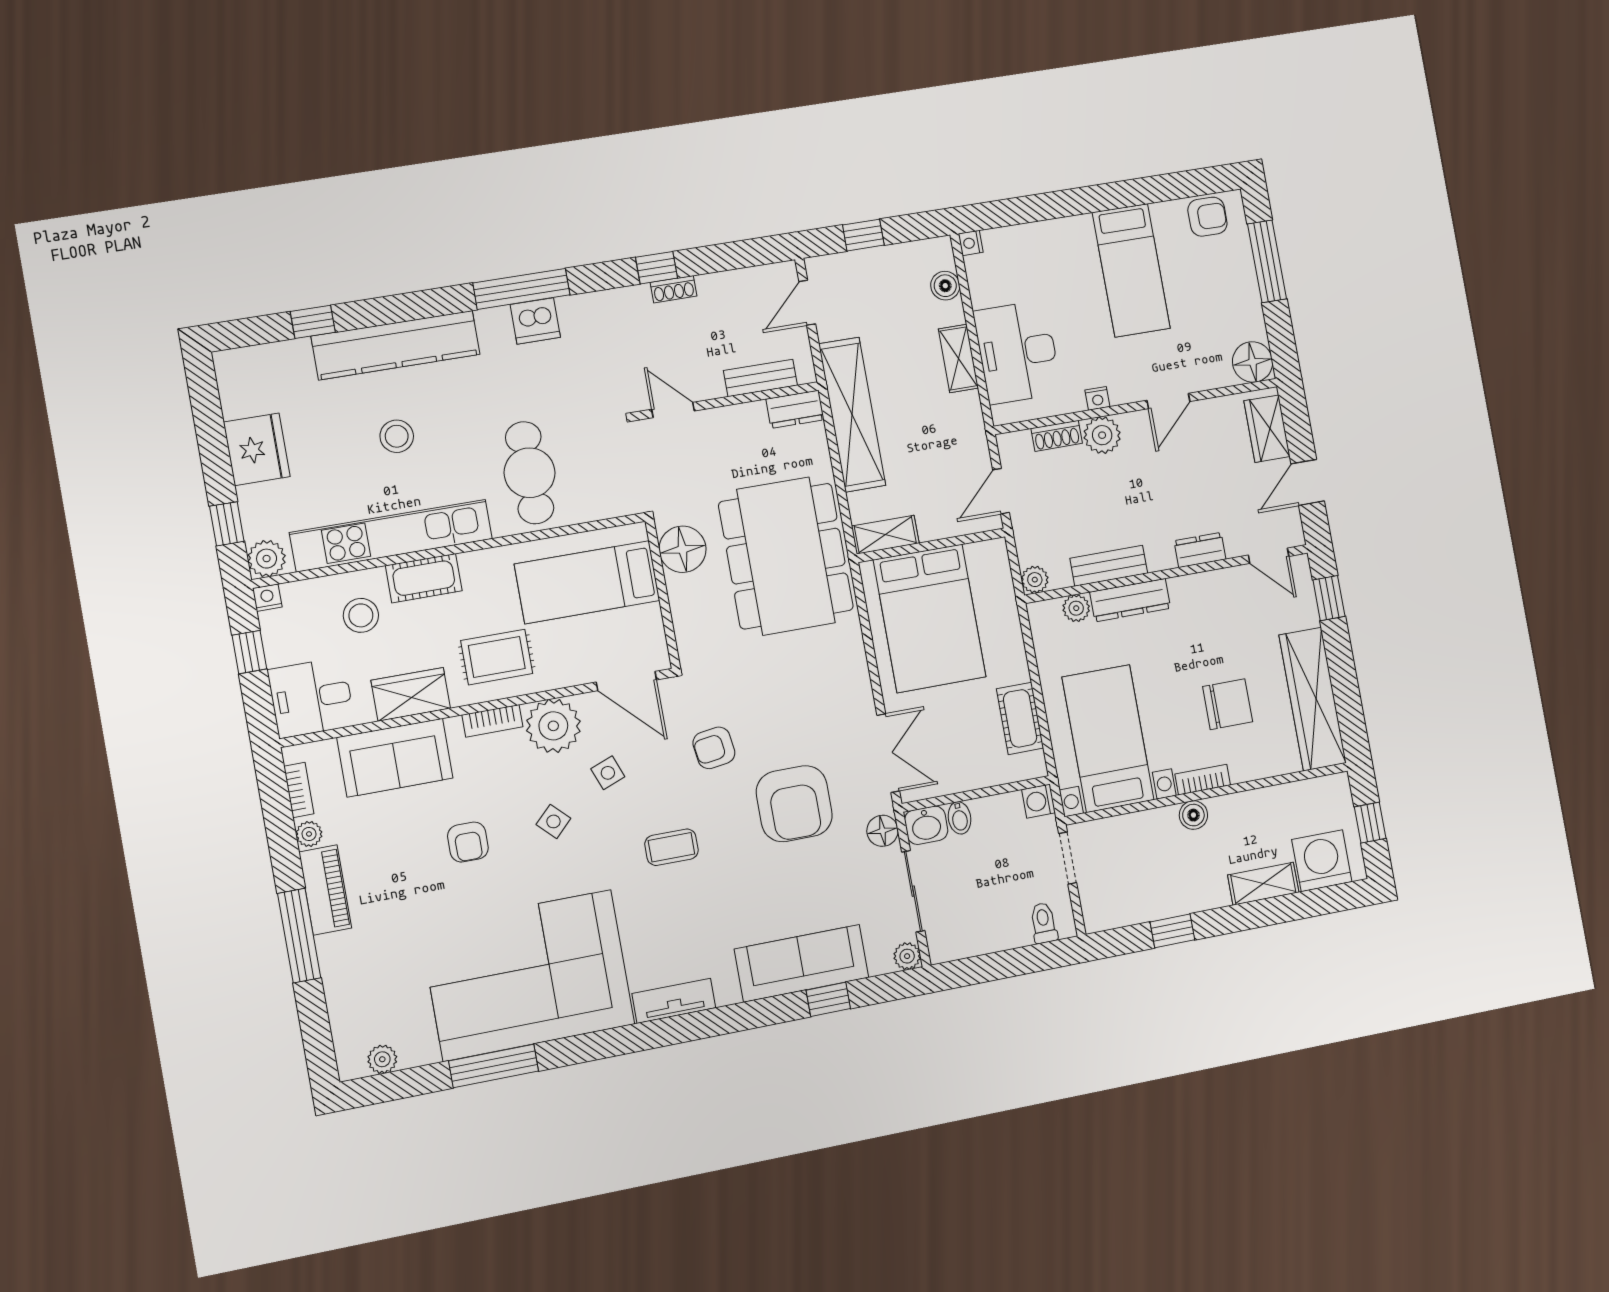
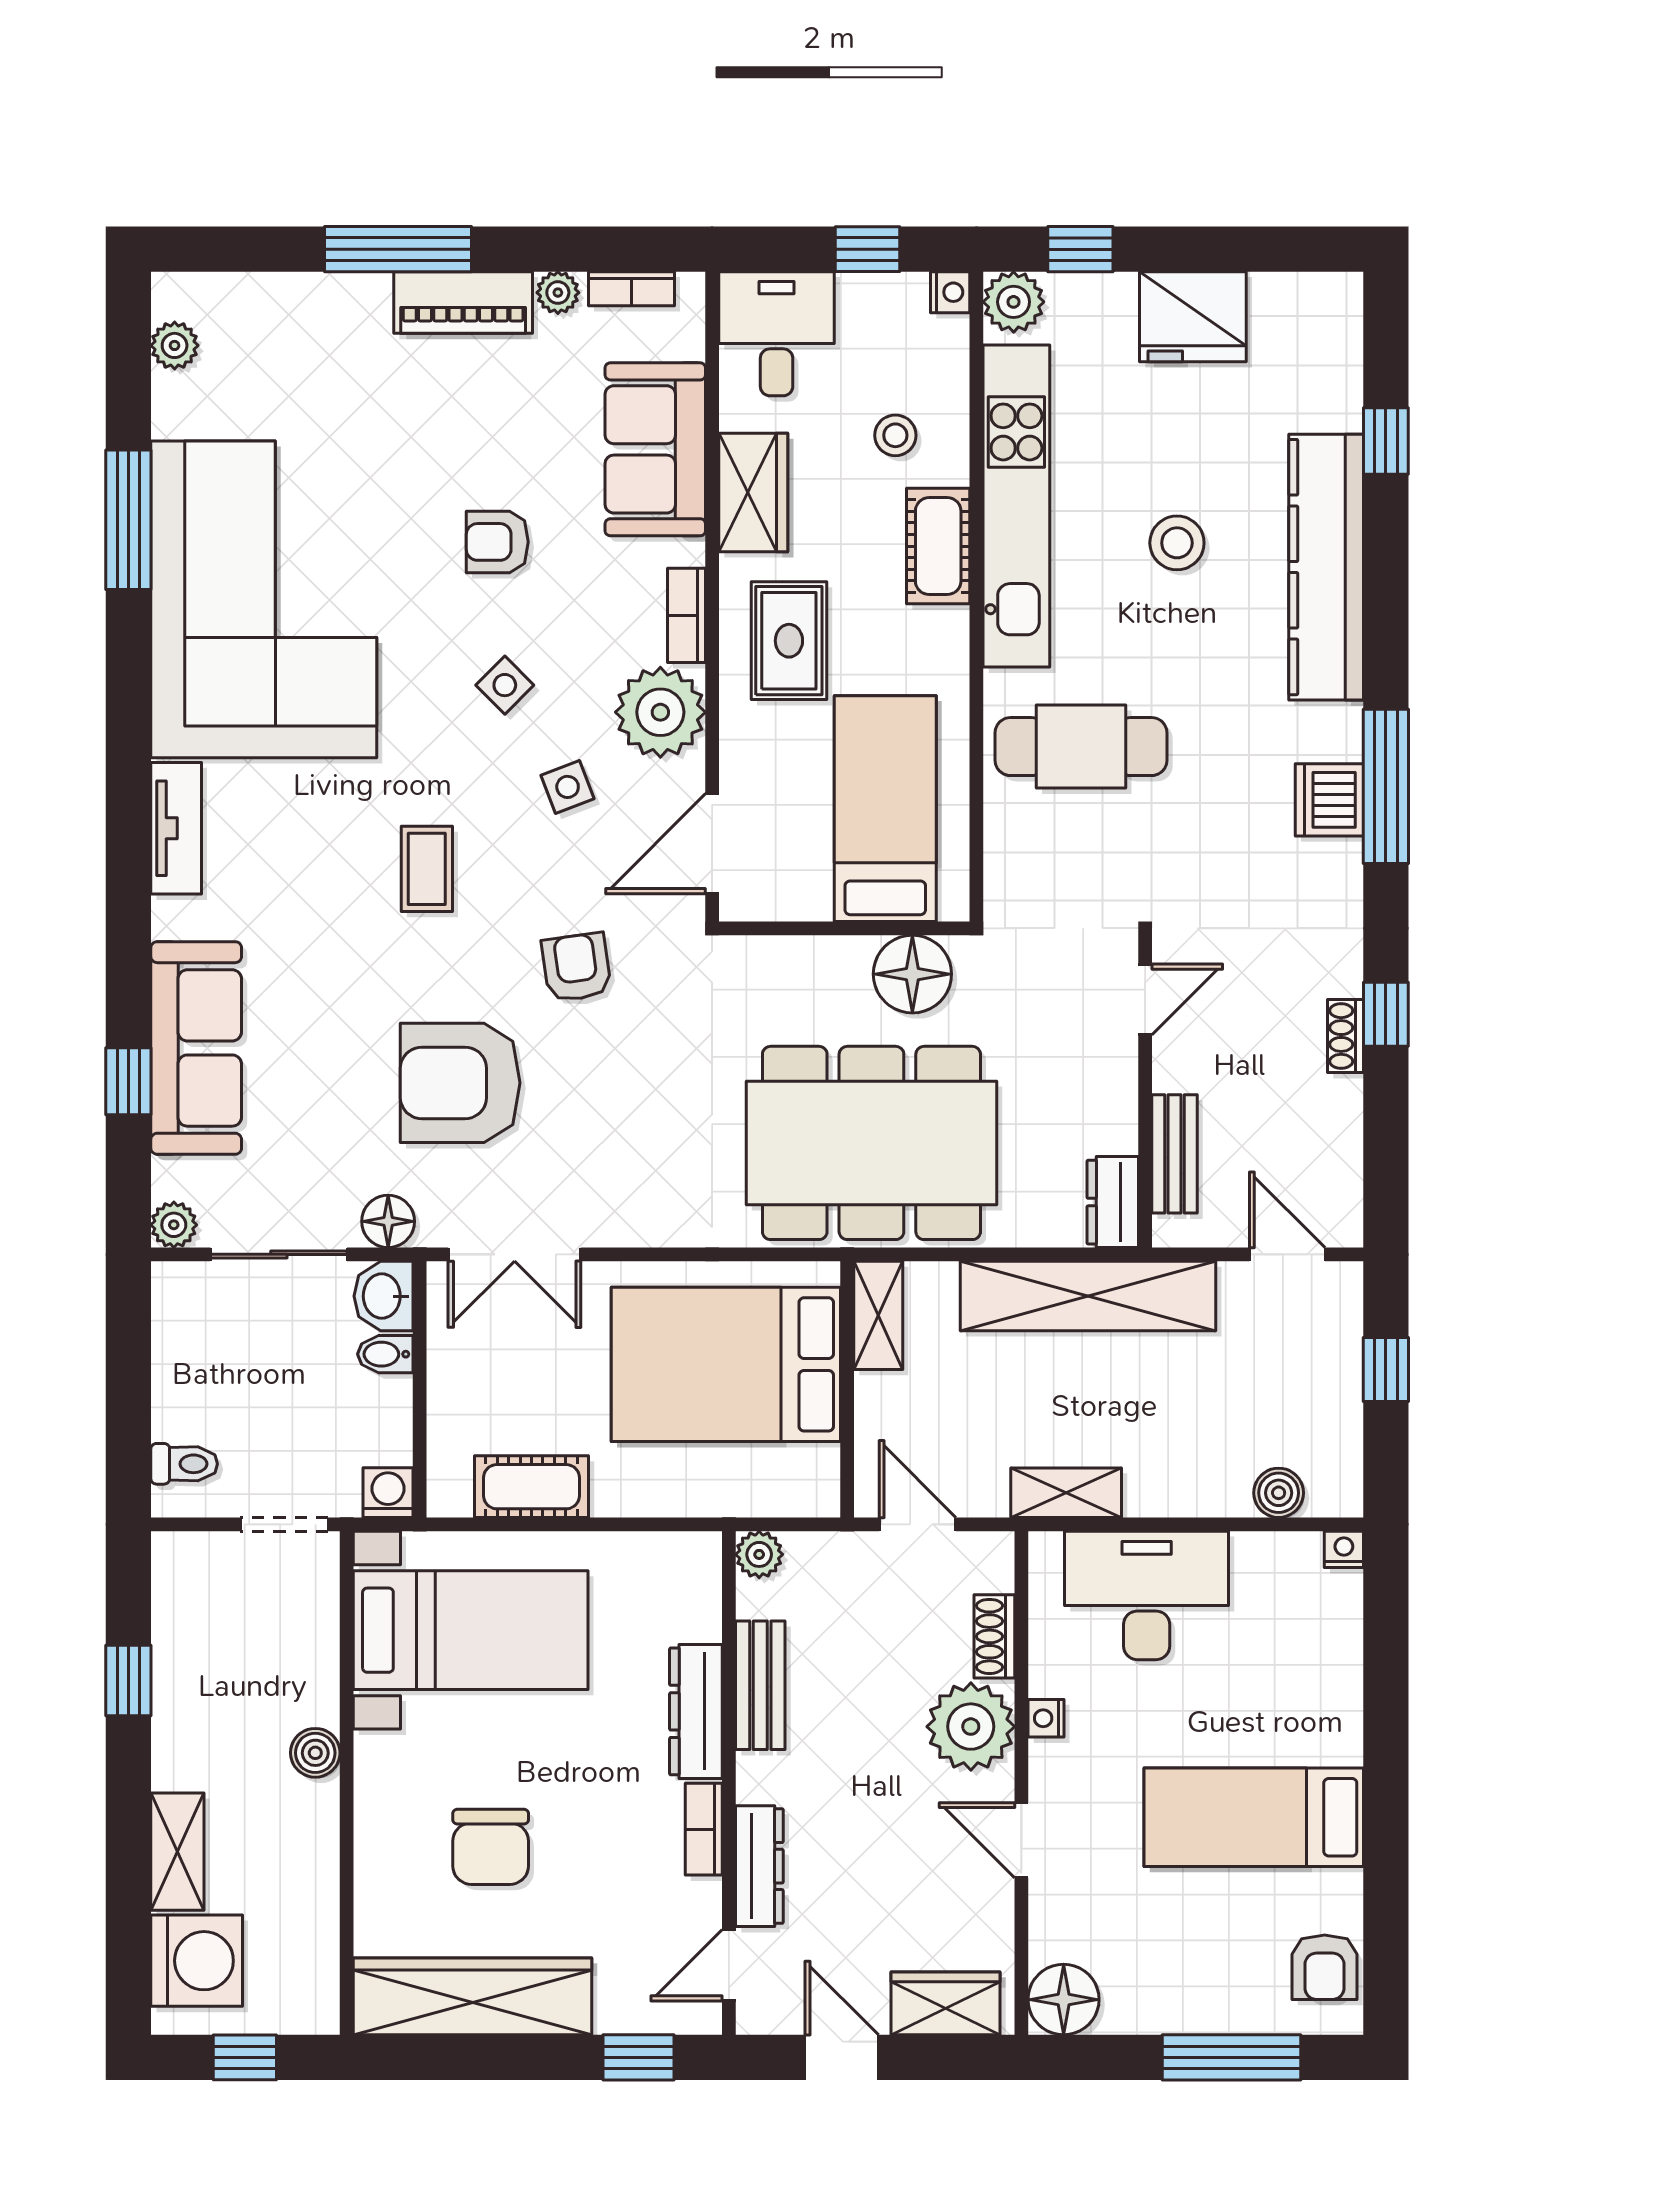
shelving: (958, 358) -> (1066, 1493), moved
plant: (1102, 435) -> (971, 1727), width x1.36, depth x1.36
dresser: (1200, 550) -> (759, 1866), width x1.44
plant: (1076, 608) -> (699, 1616), removed
stool: (361, 615) -> (895, 435), width x0.73, depth x0.73
bookcase: (1203, 780) -> (704, 1829), moved, turned 180

